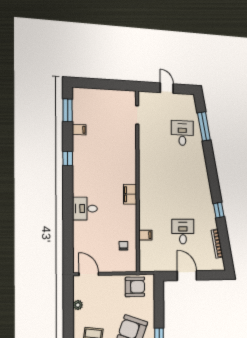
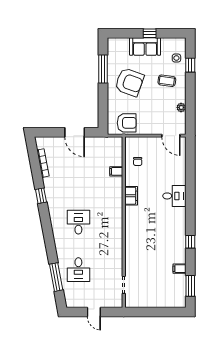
filing cabinet: (130, 194) -> (131, 196), moved
desk: (183, 232) -> (78, 222), moved, turned 180
armchair: (135, 287) -> (127, 123), turned 180

